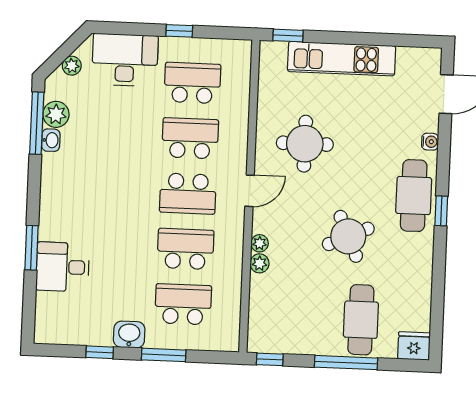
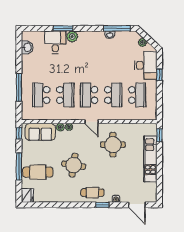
window: (179, 31) -> (159, 75), moved
plant: (56, 114) -> (72, 37), moved
cafe table: (414, 196) -> (92, 193), width x0.73, depth x0.74
window: (441, 211) -> (102, 205), moved
round table: (348, 236) -> (74, 165), turned 33
school desk: (183, 304) -> (41, 95), turned 180
sofa: (268, 310) -> (40, 132), added
washbasin: (129, 335) -> (27, 47), moved
window: (100, 352) -> (19, 60), removed
window: (164, 355) -> (19, 87), width x1.44

